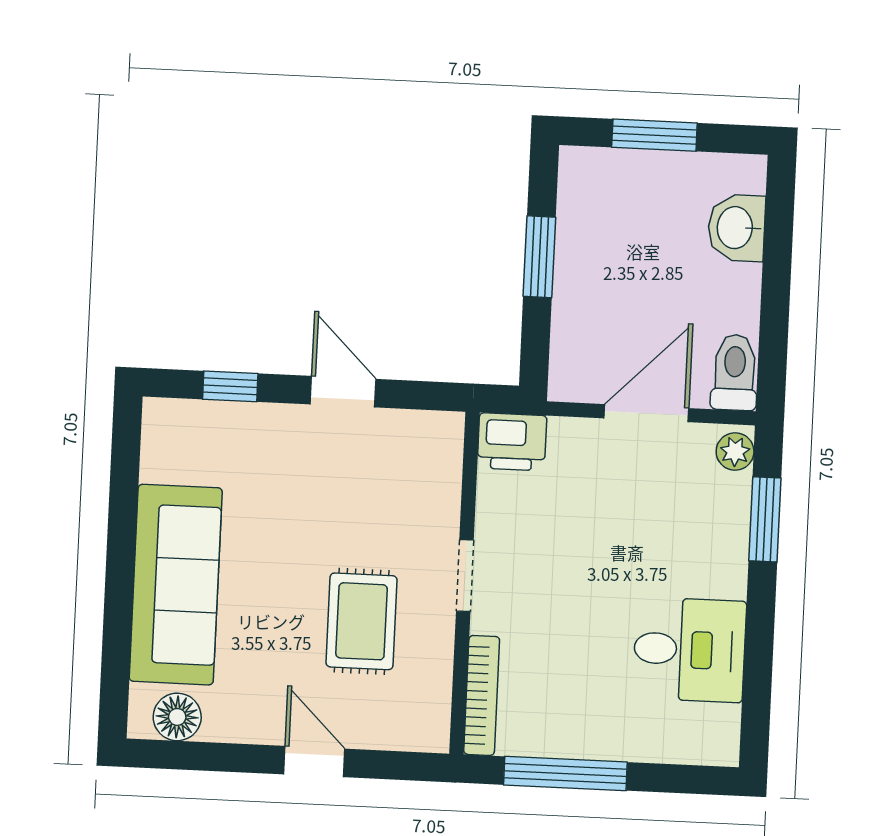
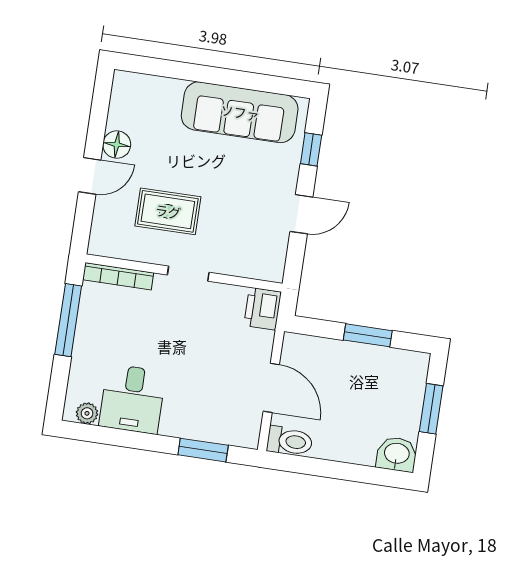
washbasin: (736, 228) -> (397, 454), moved
plant: (735, 452) -> (87, 413), moved
sofa: (176, 585) -> (240, 112), moved
floor lamp: (177, 717) -> (117, 145), moved

